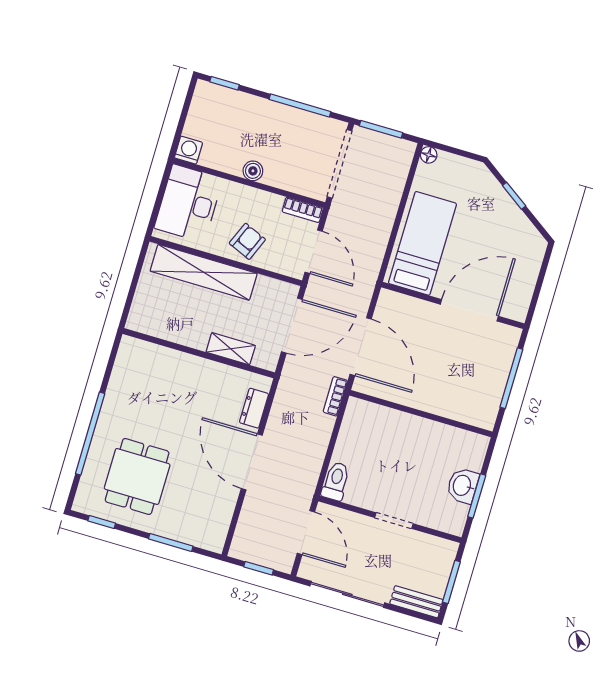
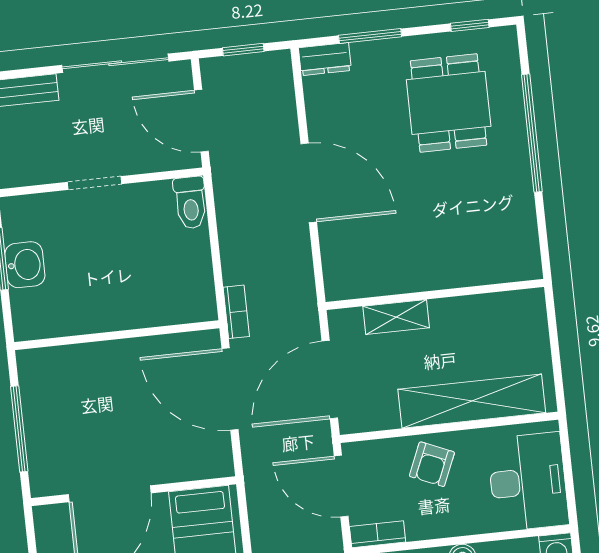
dresser: (254, 408) -> (325, 59), moved, turned 90

